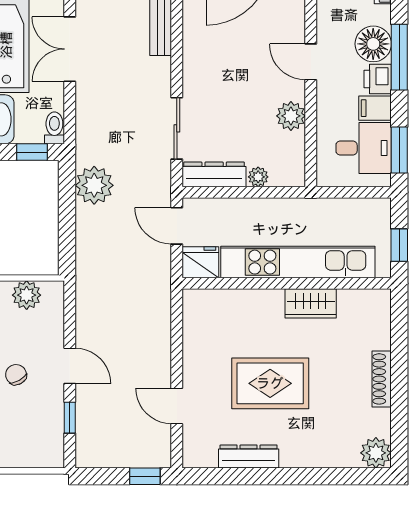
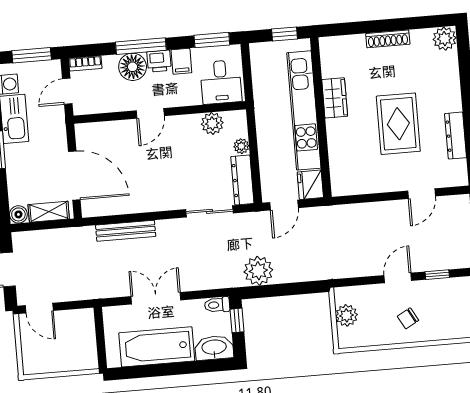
double door: (70, 49) -> (156, 298), swing flipped
plant: (291, 116) -> (212, 123), moved
desk: (364, 148) -> (221, 82), moved, turned 180

